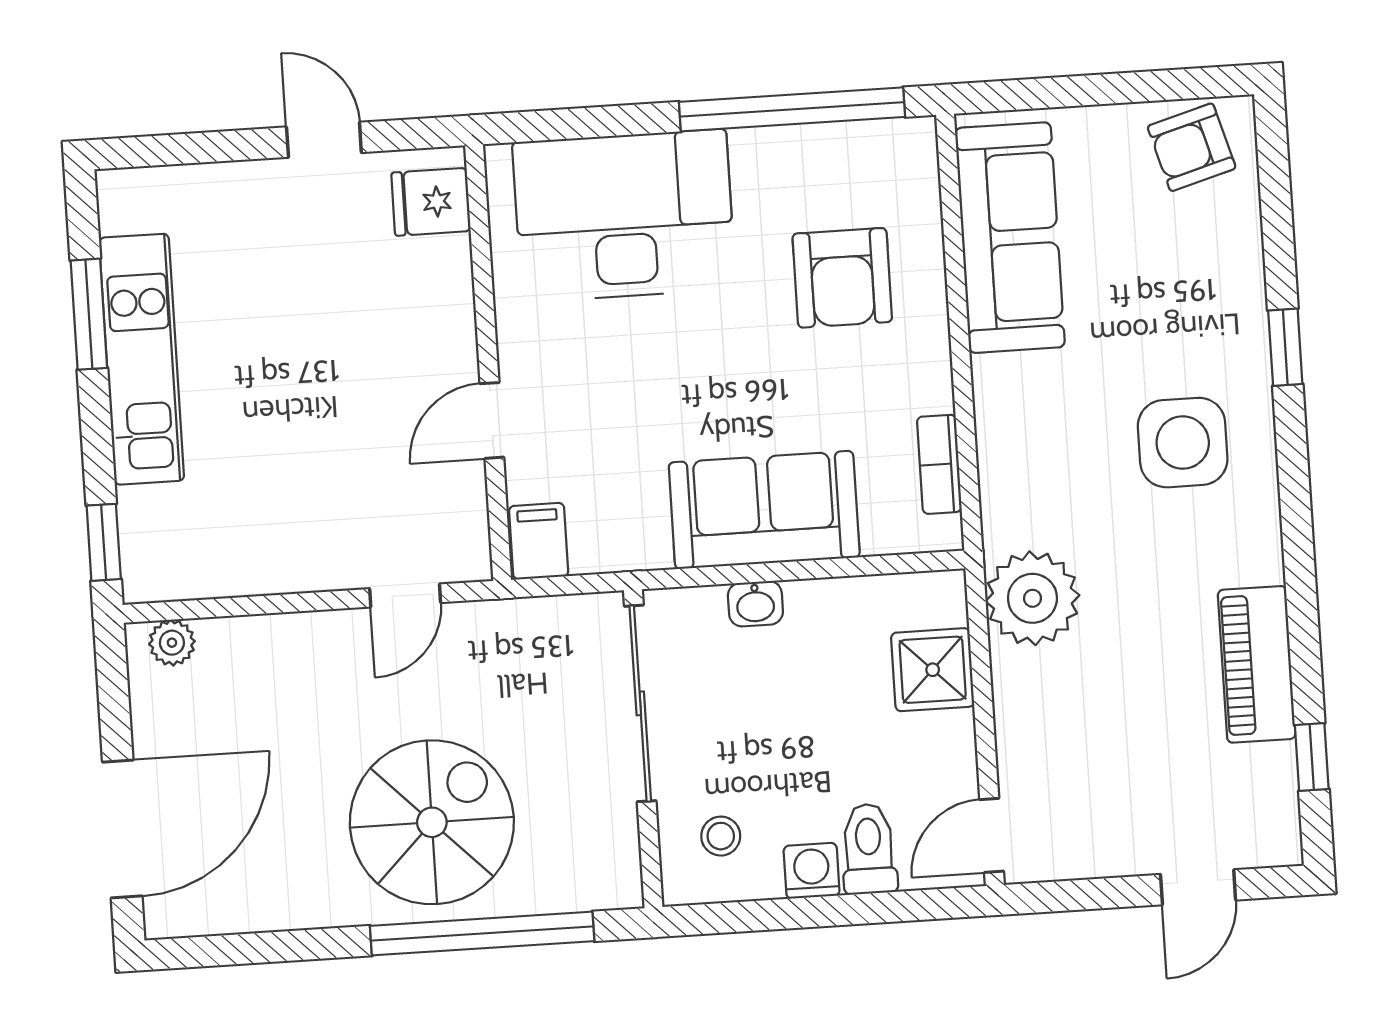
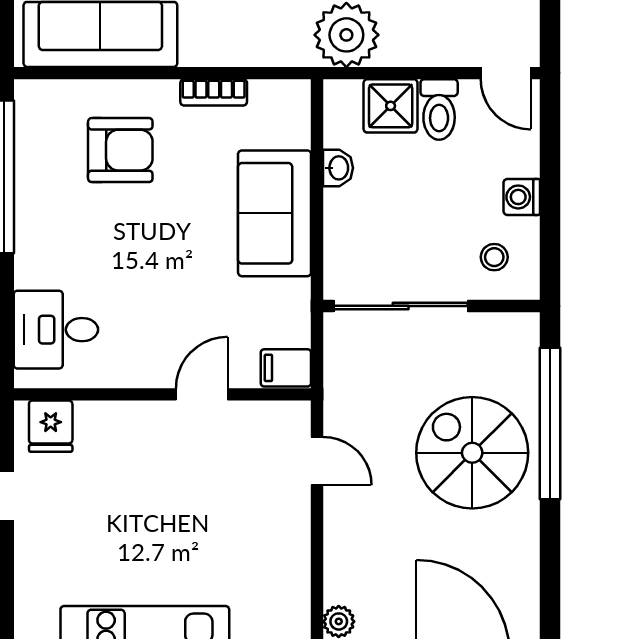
desk: (624, 216) -> (56, 330), width x0.53, depth x0.77
door: (492, 420) -> (202, 394), swing flipped
bookcase: (939, 464) -> (214, 92), moved
washbasin: (755, 604) -> (338, 168), moved
toilet: (869, 849) -> (439, 109), moved, turned -90

